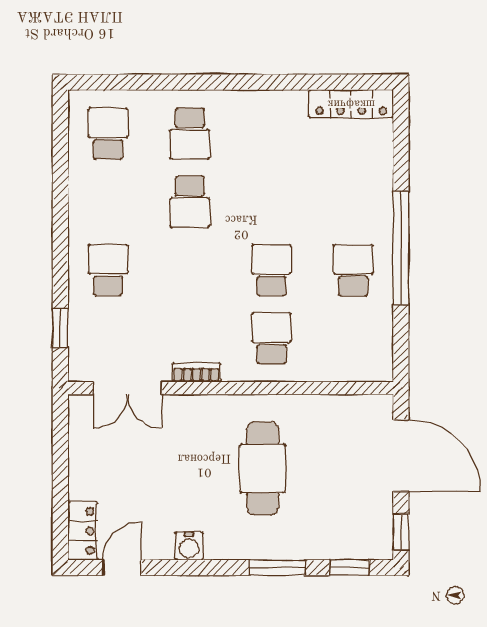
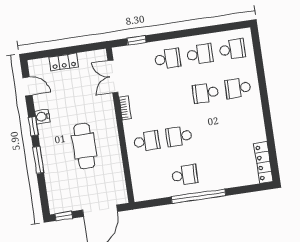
school desk: (108, 202) -> (200, 54), added
school desk: (271, 270) -> (179, 136), turned 180
cafe table: (263, 468) -> (84, 146), turned 90
locker: (83, 531) -> (64, 62), moved
window: (349, 568) -> (33, 126), moved

